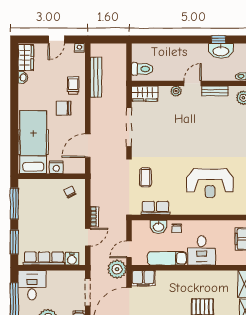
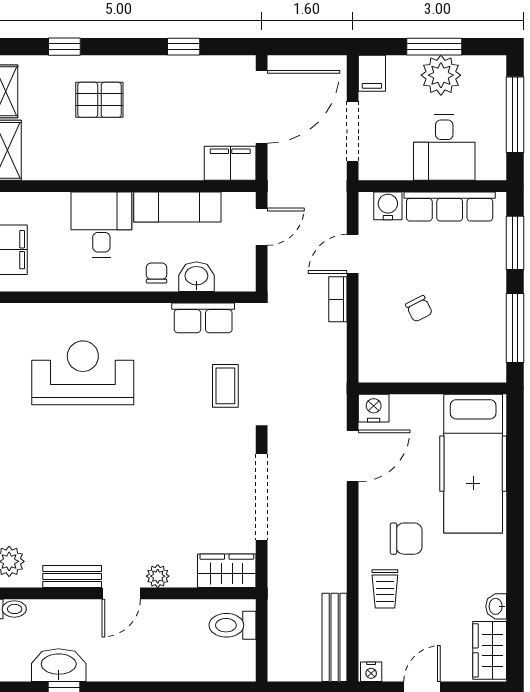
bench: (96, 77) -> (335, 637), moved
nightstand: (56, 167) -> (374, 408), moved
chair: (70, 192) -> (419, 309), moved
plant: (117, 269) -> (288, 183), removed
desk: (32, 285) -> (444, 147), moved

